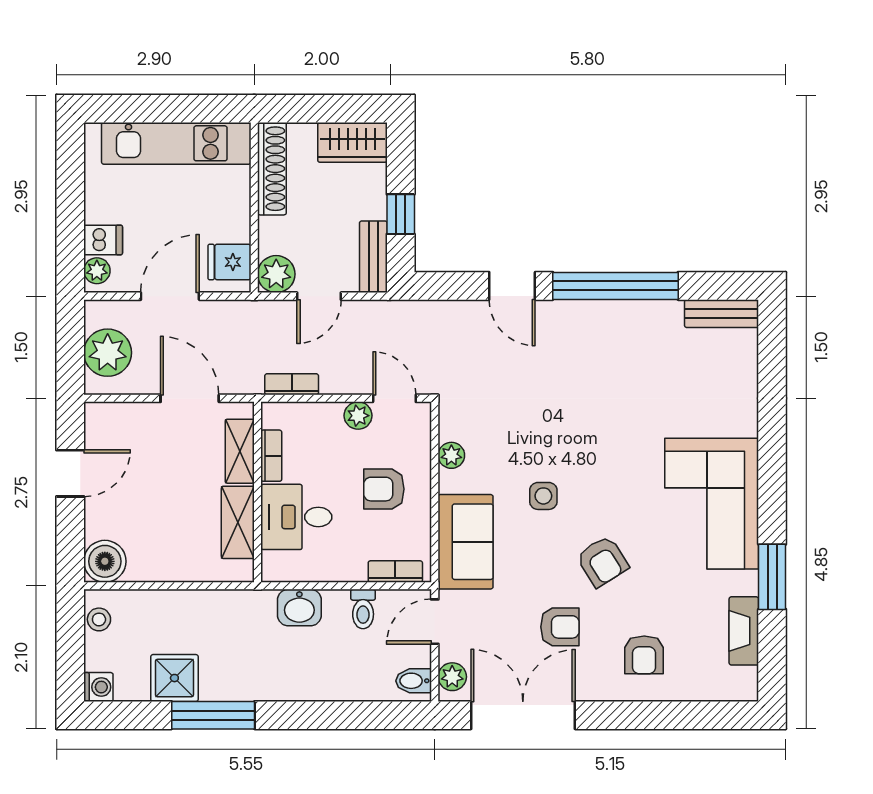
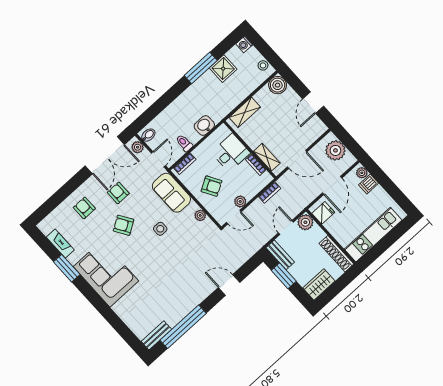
window: (401, 214) -> (284, 276), width x1.50
window: (615, 286) -> (183, 327), moved
armchair: (384, 489) -> (212, 186), turned 60
shelving: (238, 522) -> (245, 112), moved, turned 90
armchair: (560, 627) -> (118, 193), turned 90

